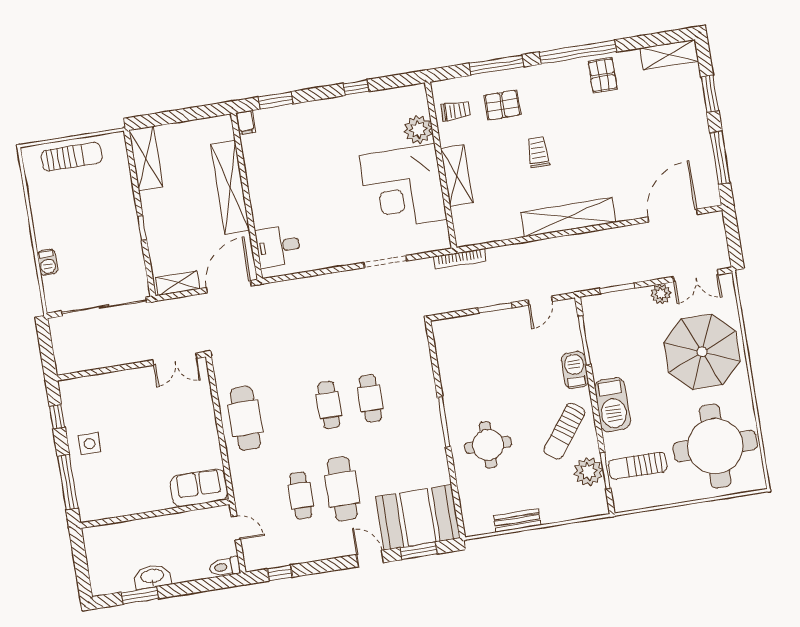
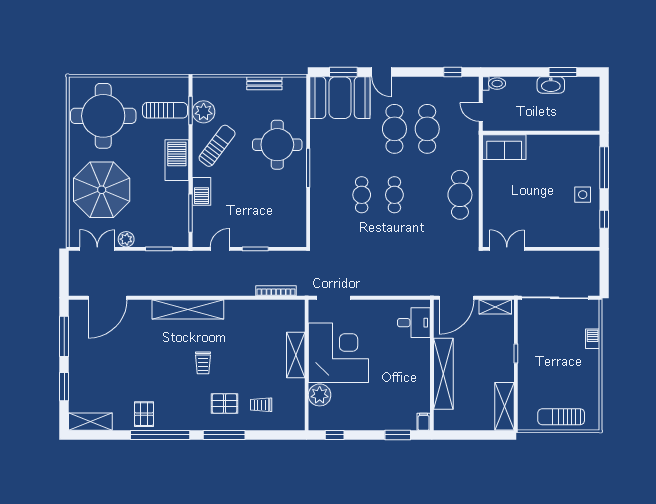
plant: (418, 130) -> (320, 395), moved
wall: (441, 165) -> (307, 365), moved
shelving: (457, 176) -> (296, 355), moved
corner desk: (403, 187) -> (338, 353), moved
round table: (488, 445) -> (277, 145), width x1.36, depth x1.36
cafe table: (301, 496) -> (427, 129), width x1.37, depth x1.35

